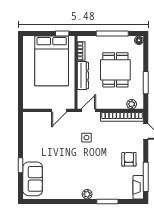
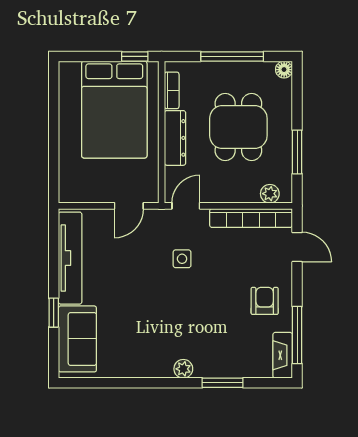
tv unit: (29, 137) -> (70, 258), added

